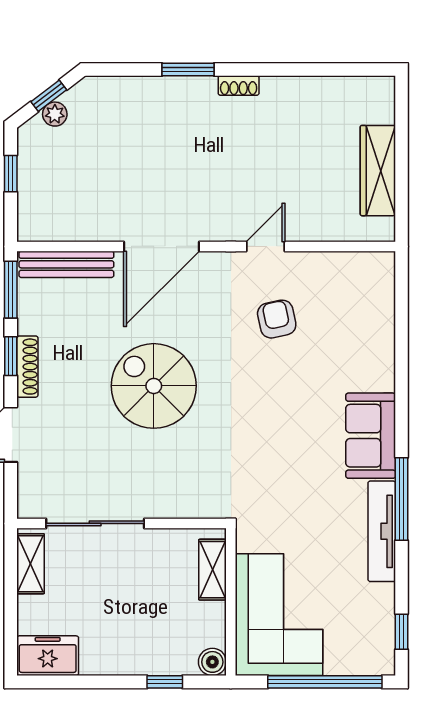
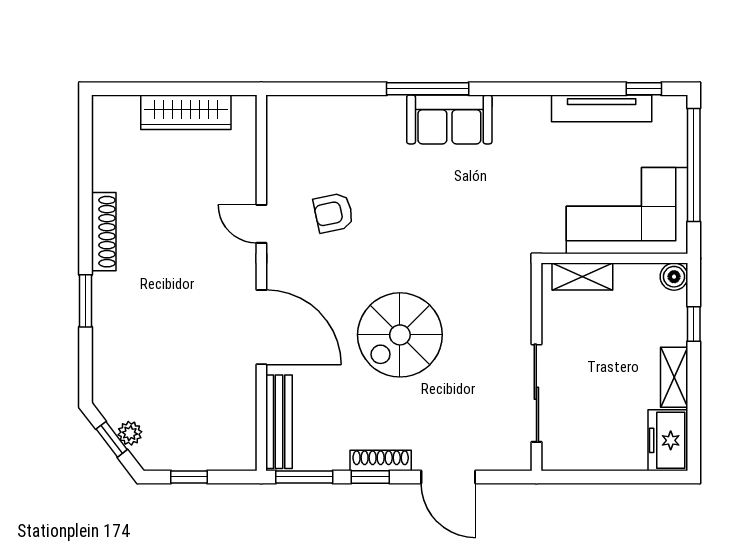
shoe rack: (239, 86) -> (104, 232), width x1.94, depth x1.24
window: (402, 499) -> (428, 89), moved
tv unit: (382, 531) -> (602, 108), moved
shelving: (31, 564) -> (674, 377), moved, turned 90

